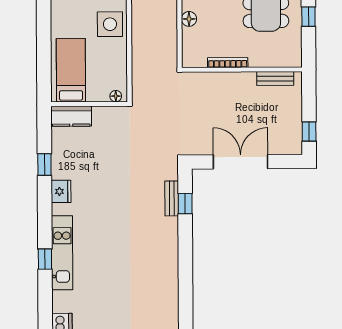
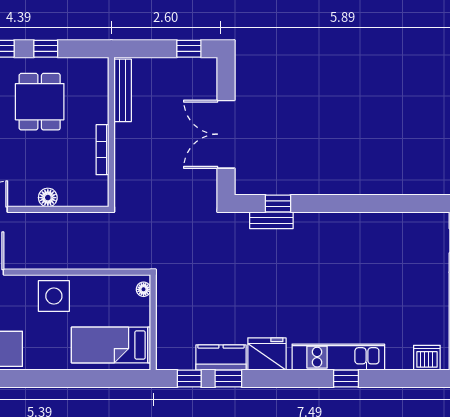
bench: (275, 78) -> (123, 90), width x1.36
kitchen counter: (71, 116) -> (221, 358), moved, turned -90
window: (44, 133) -> (189, 379), added
fridge: (61, 191) -> (267, 354), width x1.36, depth x1.34

